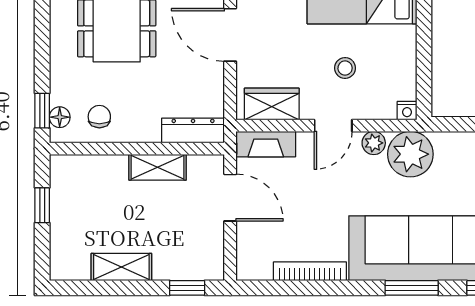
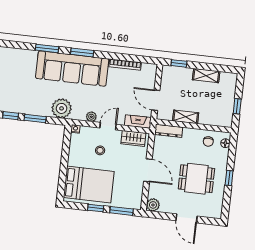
window: (42, 111) -> (229, 178), moved
plant: (410, 154) -> (62, 108), moved

